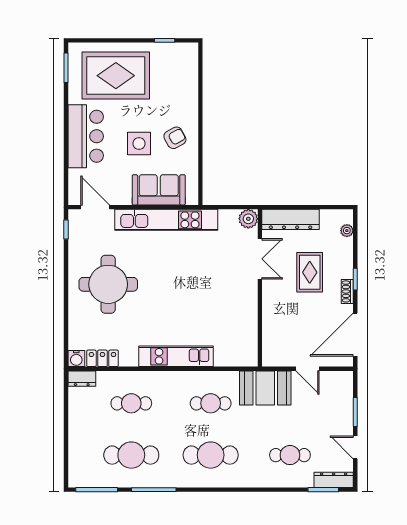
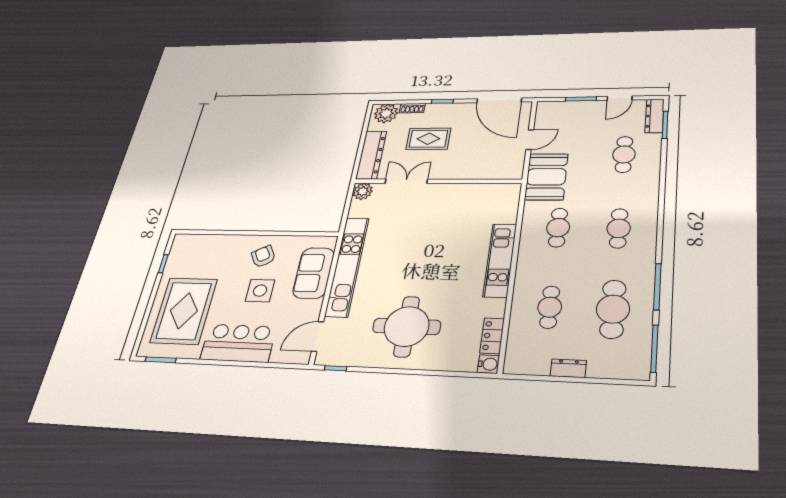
plant: (347, 231) -> (386, 113), width x1.88, depth x1.88
shoe rack: (347, 291) -> (412, 108), moved
dresser: (82, 379) -> (568, 368), moved, turned -90
cafe table: (211, 455) -> (619, 228), width x0.73, depth x0.74

